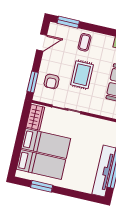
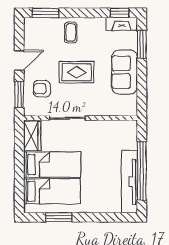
door: (42, 42) -> (19, 60), moved
rug: (82, 75) -> (77, 72), turned 90
armchair: (52, 81) -> (42, 89), turned 90

